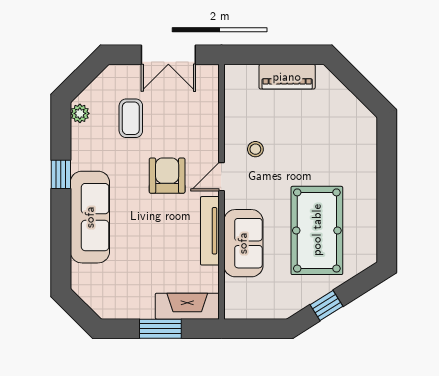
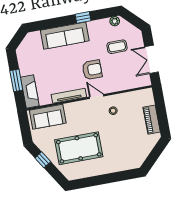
sofa: (243, 243) -> (48, 117), moved

